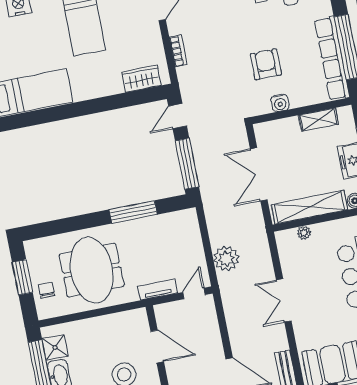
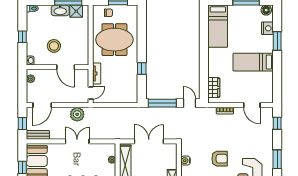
armchair: (266, 64) -> (220, 159), moved
window: (133, 212) -> (142, 69), width x0.46
plant: (226, 259) -> (77, 114), moved
door: (194, 293) -> (91, 93), hinge flipped
door: (157, 346) -> (66, 67), hinge flipped

